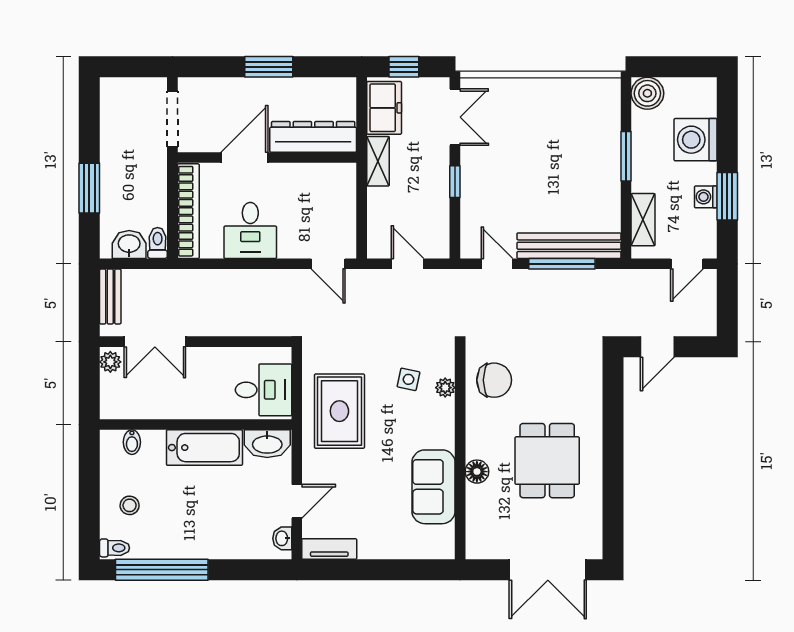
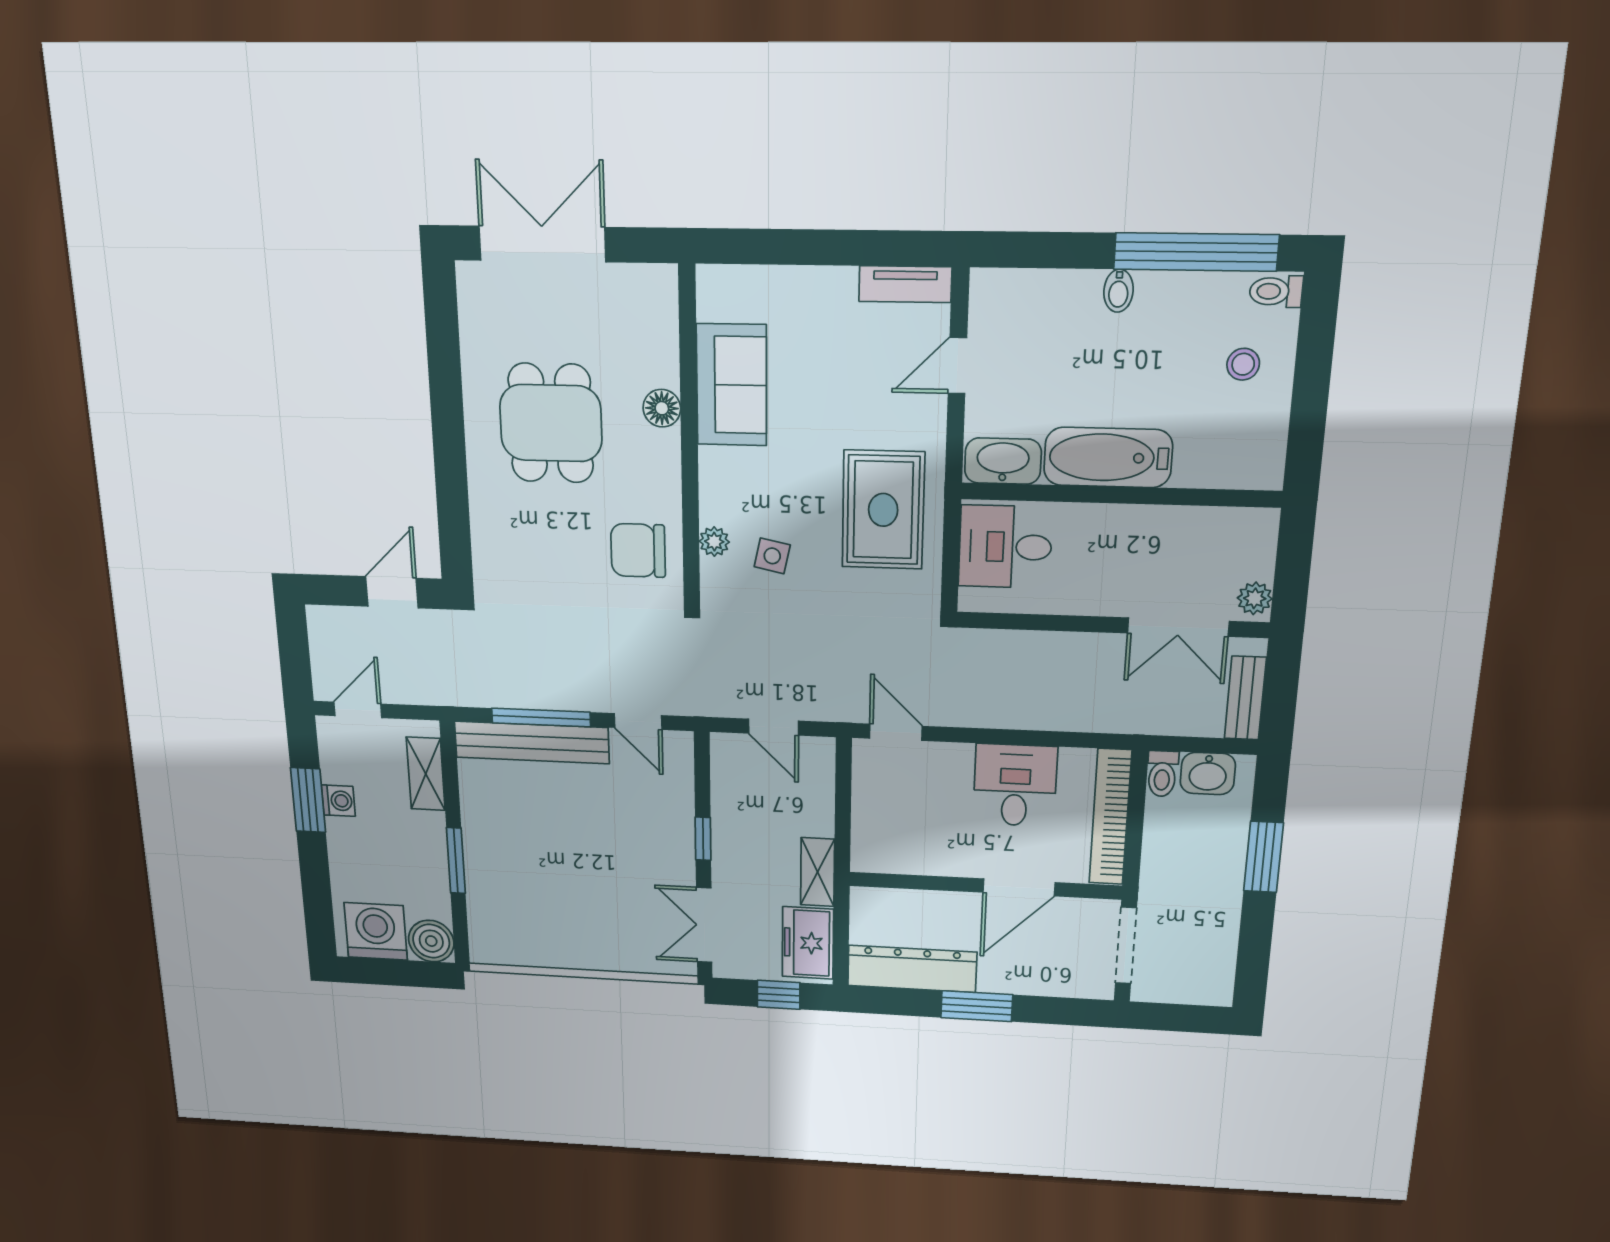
dresser: (313, 137) -> (912, 969), moved, turned 180
washing machine: (696, 140) -> (376, 931), moved, turned -90
double door: (155, 342) -> (1178, 627), swing flipped
bidet: (132, 442) -> (1119, 291), moved, turned 180
washbasin: (282, 538) -> (984, 304), removed

